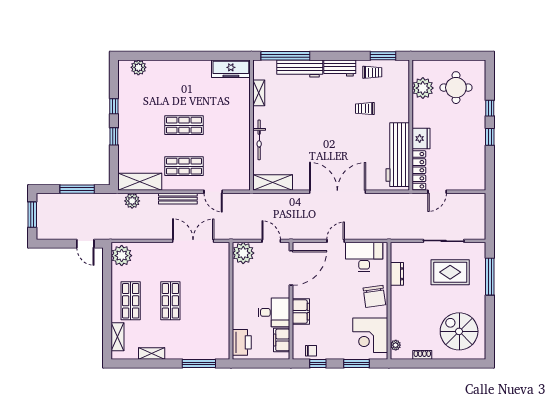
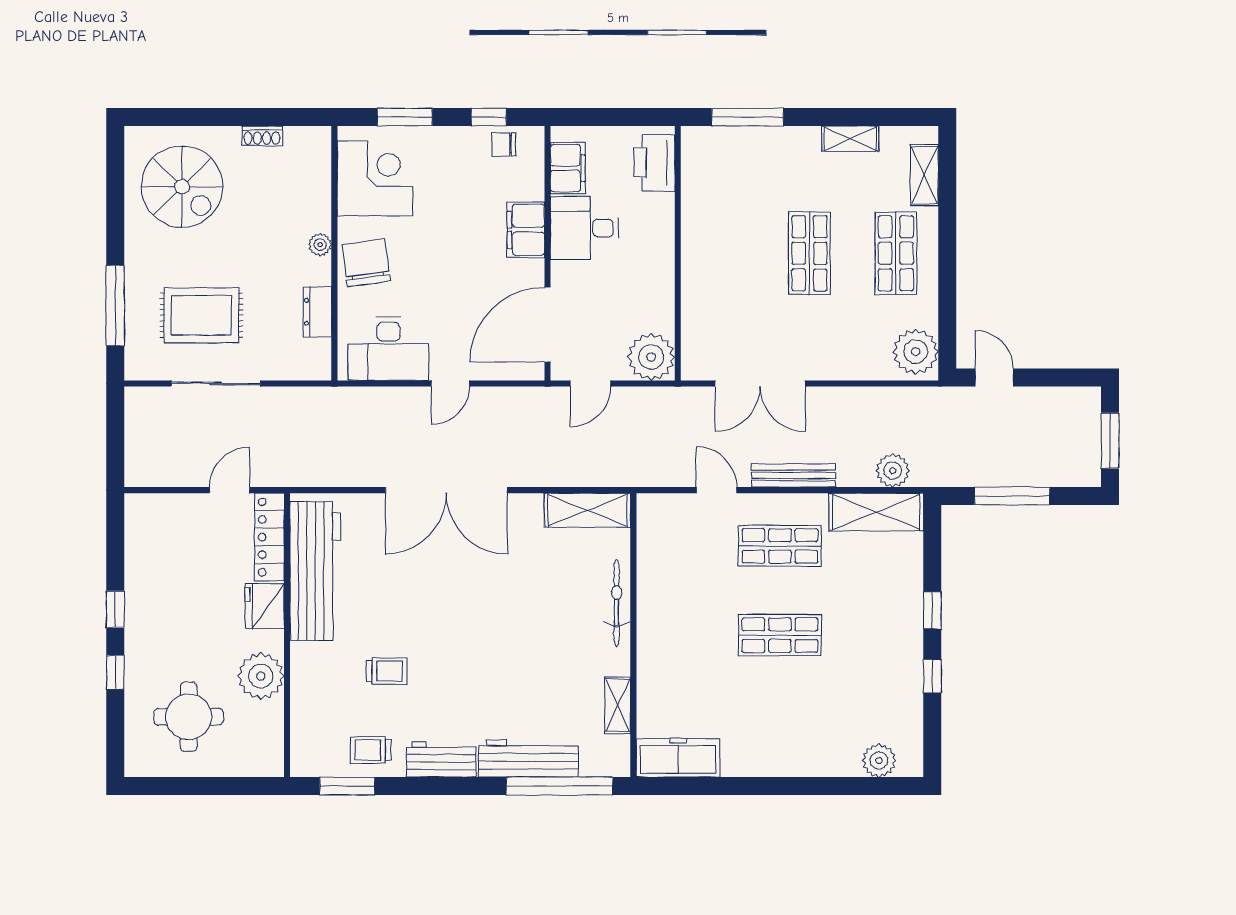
plant: (423, 88) -> (261, 676), moved
door: (271, 241) -> (590, 383), hinge flipped
plant: (396, 345) -> (320, 245), moved

